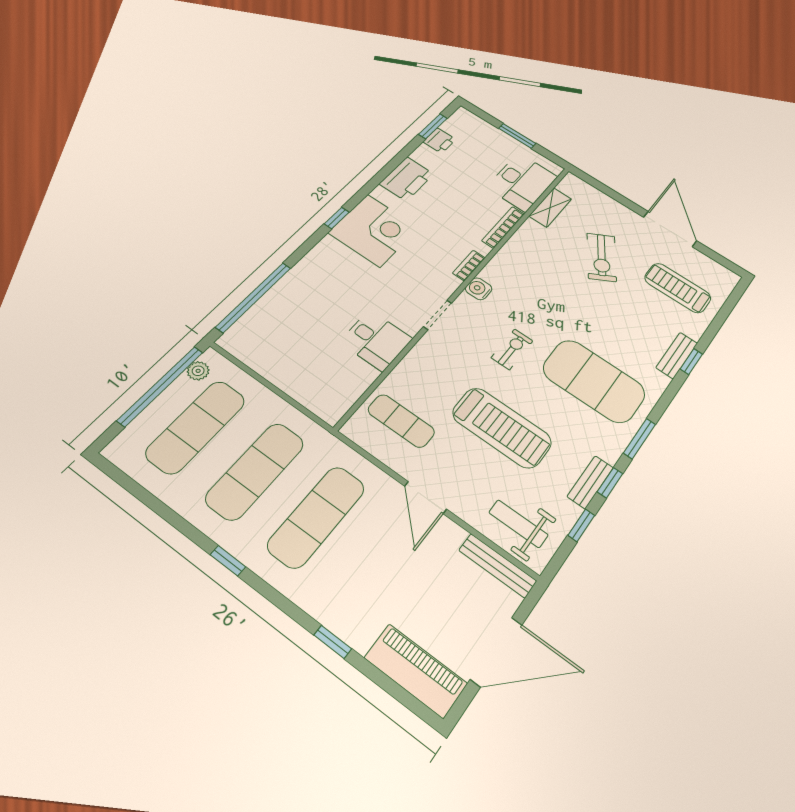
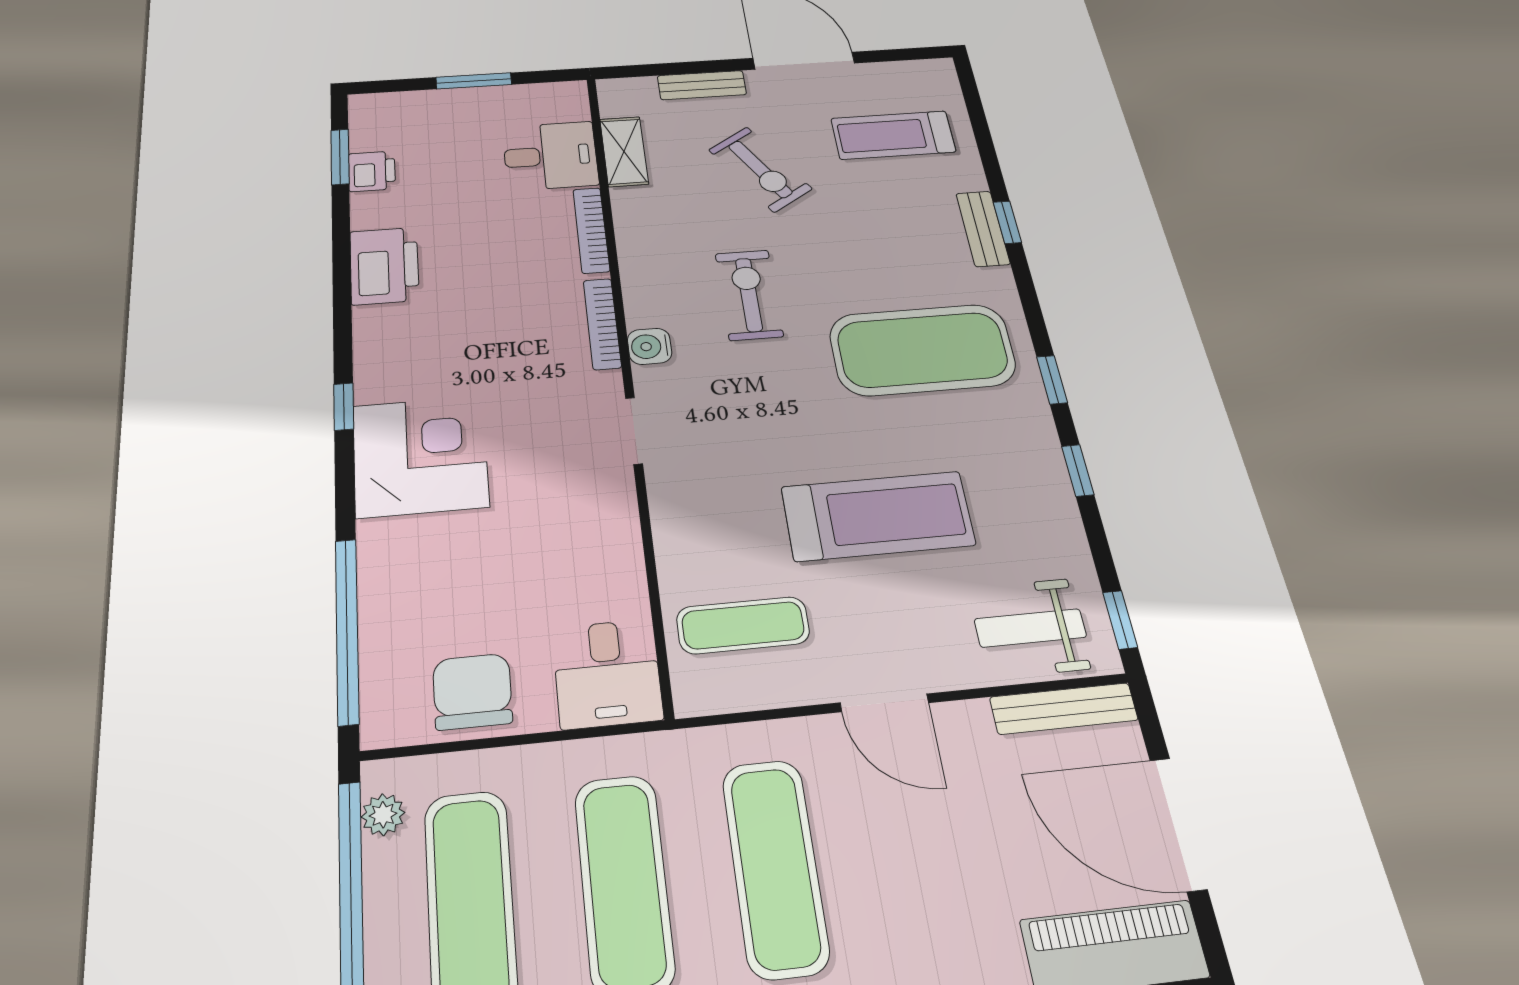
desk: (522, 182) -> (550, 156), width x0.73
corner desk: (374, 230) -> (420, 456), moved
bookcase: (469, 265) -> (602, 324), width x1.56
desk: (376, 340) -> (607, 673), moved, turned 90
exercise bike: (512, 349) -> (749, 295), moved, width x1.38, depth x1.39
chair: (274, 356) -> (472, 691), added
window: (640, 439) -> (1052, 380), width x0.67
bench: (590, 482) -> (702, 85), moved, turned 90
window: (581, 525) -> (1120, 620), moved
door: (496, 652) -> (1178, 824), swing flipped

